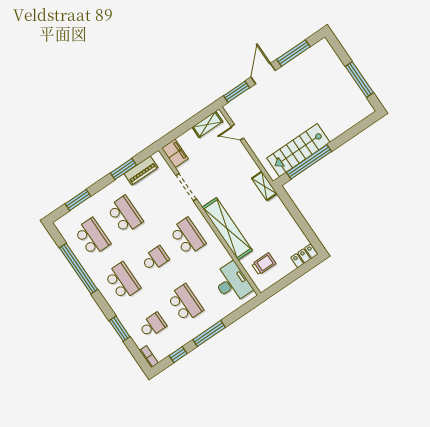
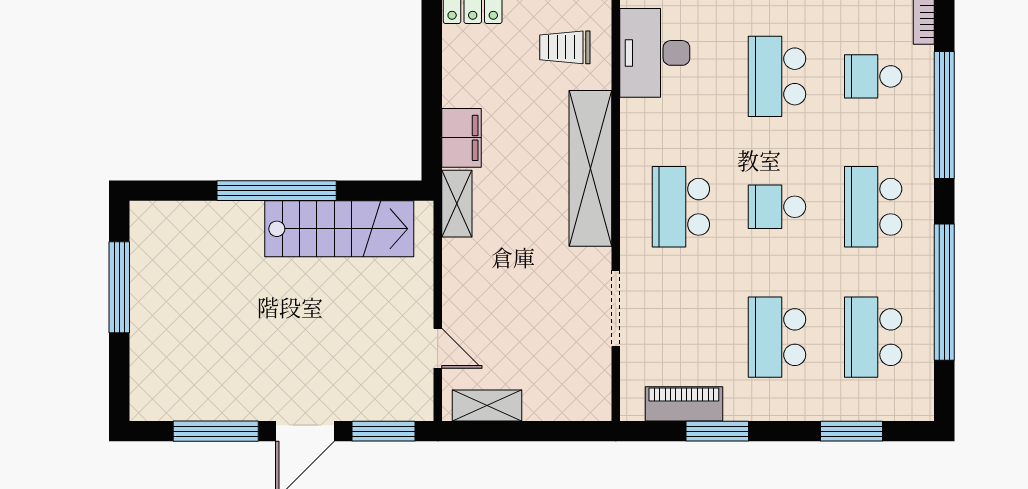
filing cabinet: (175, 153) -> (461, 138), moved, turned 180
window: (309, 162) -> (277, 191), moved
window: (120, 329) -> (944, 115), width x2.11

